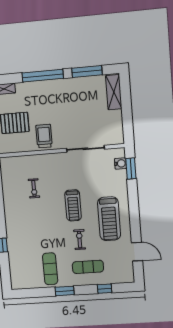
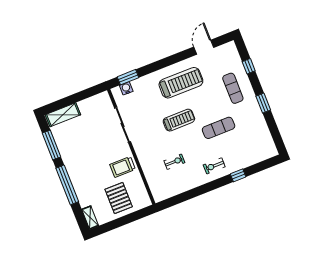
exercise bike: (80, 240) -> (214, 166), moved
exercise mat: (50, 269) -> (219, 128), moved

